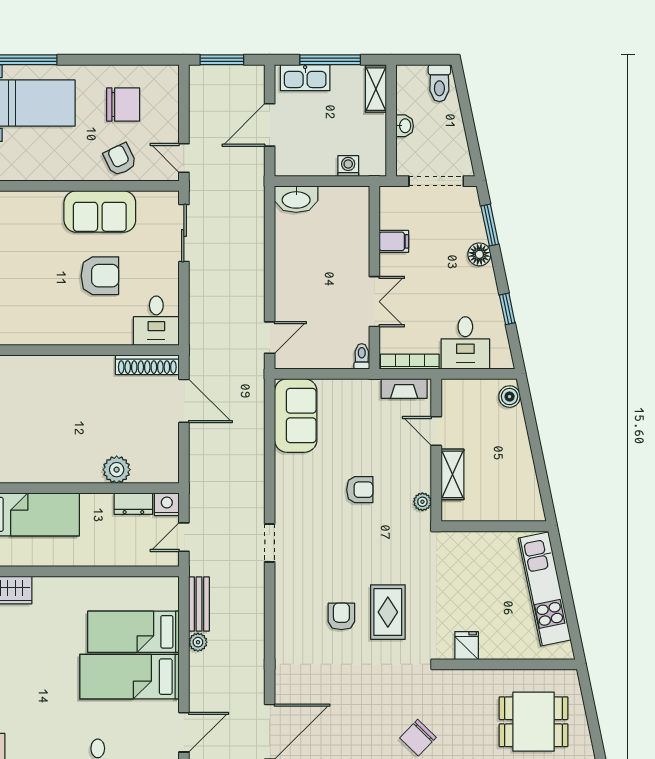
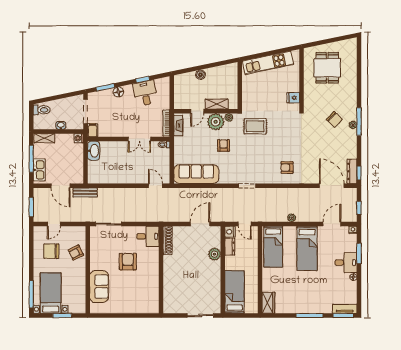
chair: (123, 104) -> (51, 251), turned -90
door: (184, 158) -> (54, 224), moved
washing machine: (348, 166) -> (79, 138), moved
washbasin: (296, 199) -> (94, 151), moved
sofa: (100, 211) -> (99, 286), moved
filing cabinet: (394, 241) -> (93, 130), moved
double door: (374, 302) -> (139, 139), swing flipped
desk: (465, 343) -> (145, 93), moved, turned -102
boiler: (510, 397) -> (200, 75), moved
door: (184, 401) -> (200, 224), moved
sofa: (296, 416) -> (196, 174), width x1.36
plant: (413, 472) -> (216, 122), added
bench: (199, 604) -> (85, 192), moved
rug: (388, 612) -> (255, 126), moved
armchair: (341, 616) -> (287, 168), moved
bed: (133, 632) -> (273, 247), moved
door: (184, 732) -> (332, 224), hinge flipped

